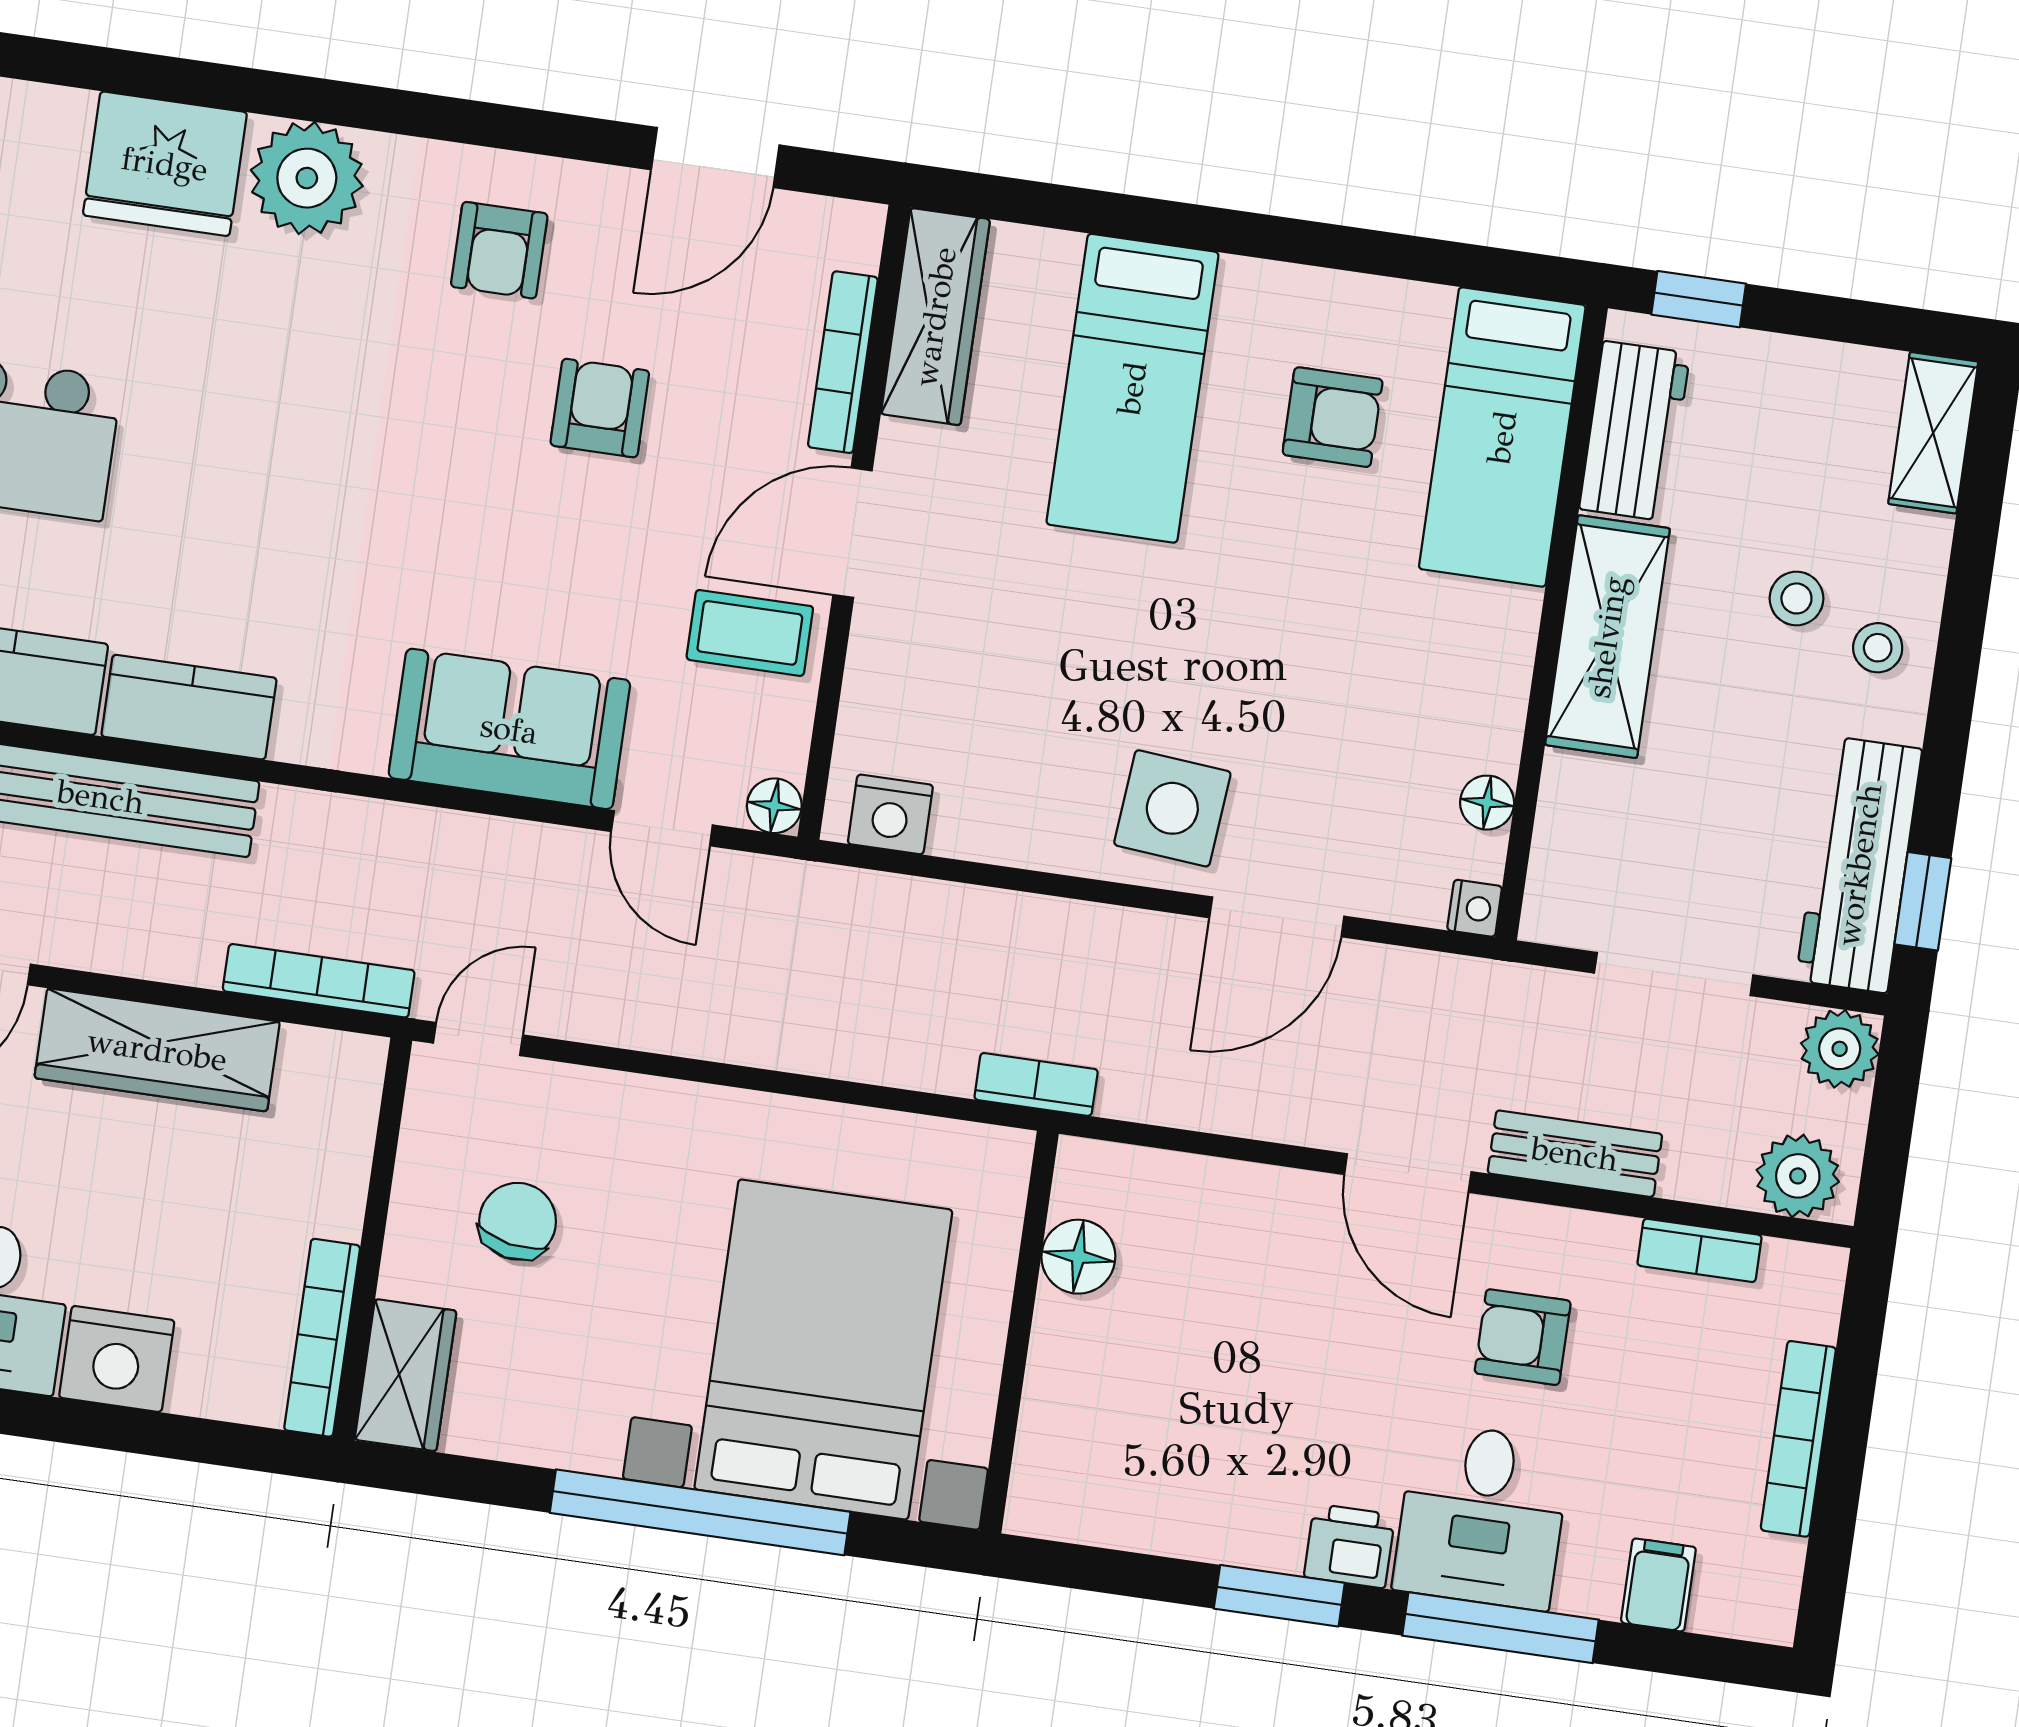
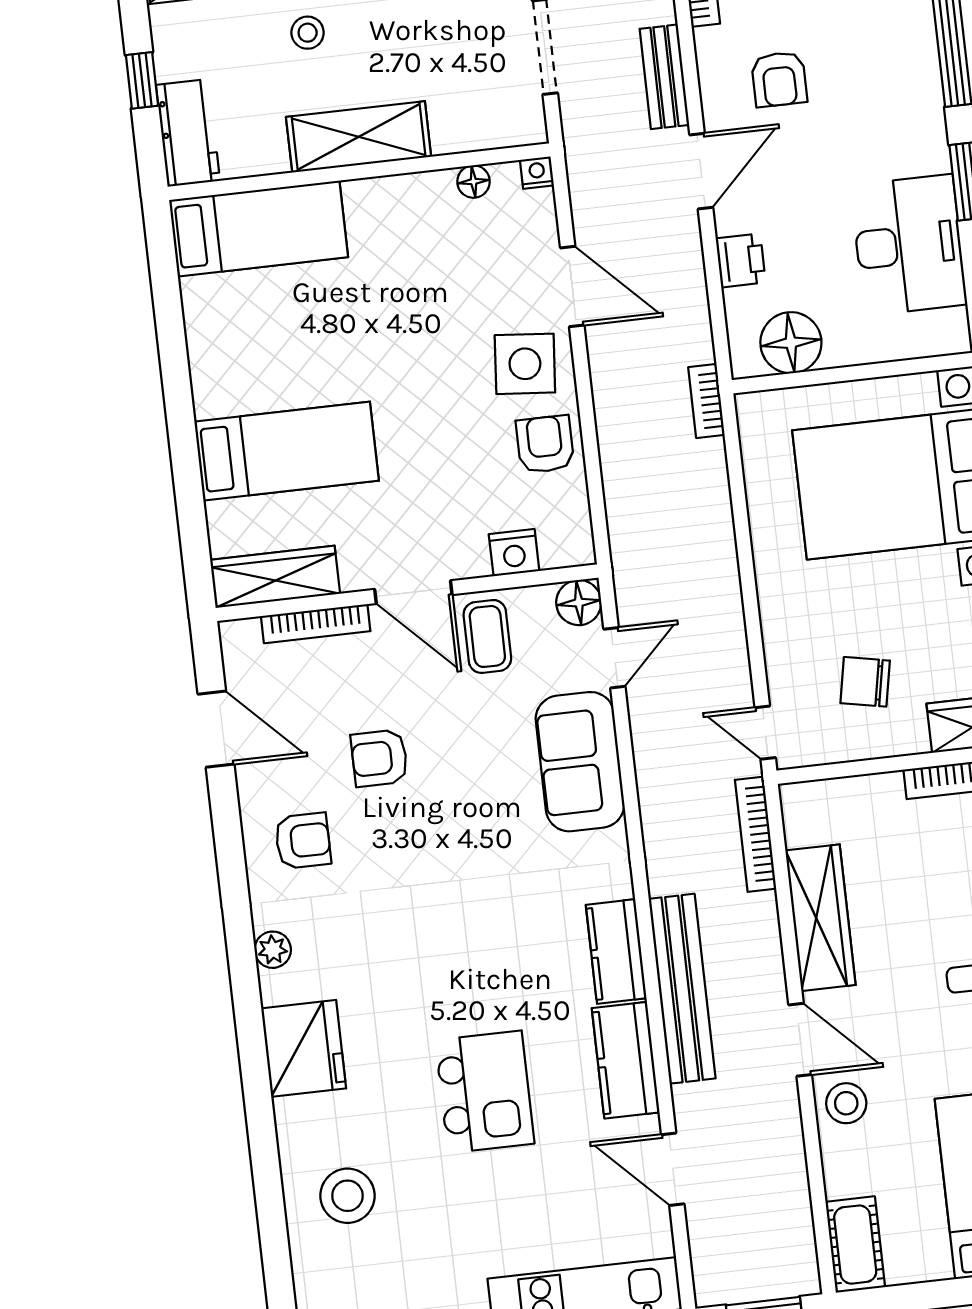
plant: (307, 178) -> (273, 950), width x0.53, depth x0.53
window: (1699, 299) -> (142, 80), moved
armchair: (1333, 417) -> (545, 444), moved
workbench: (1635, 431) -> (188, 133), moved, turned 90
floor lamp: (774, 806) -> (579, 603), width x1.37, depth x1.37
nightstand: (890, 814) -> (514, 553), moved, turned 90
floor lamp: (1078, 1257) -> (791, 343), width x1.38, depth x1.38
desk: (1482, 1516) -> (909, 245), moved, width x1.37
printer: (1350, 1546) -> (741, 260), moved, turned 180

